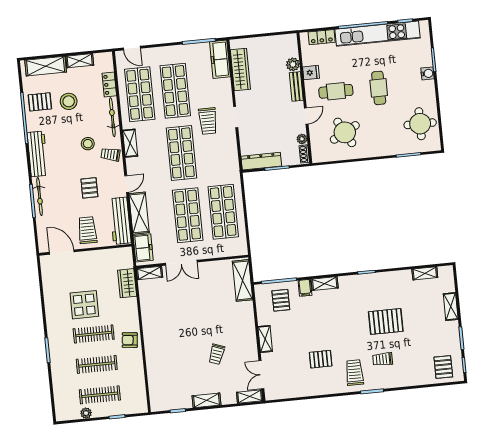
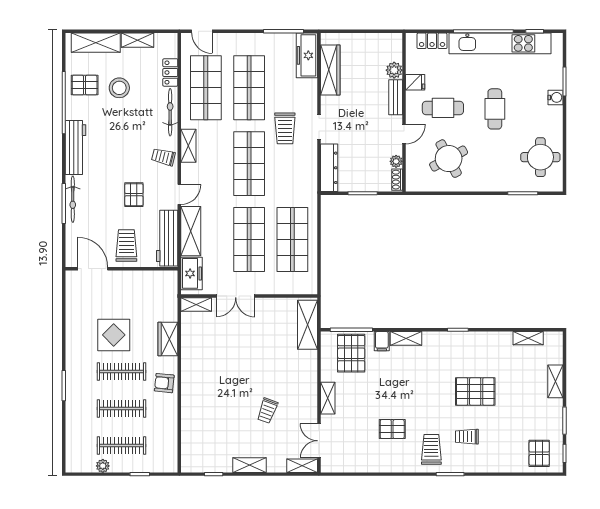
stool: (88, 144) -> (137, 141), removed
dresser: (261, 161) -> (329, 168), moved, turned 90
wardrobe: (127, 283) -> (168, 339), moved
pallet: (281, 300) -> (351, 353), width x1.50, depth x1.42

